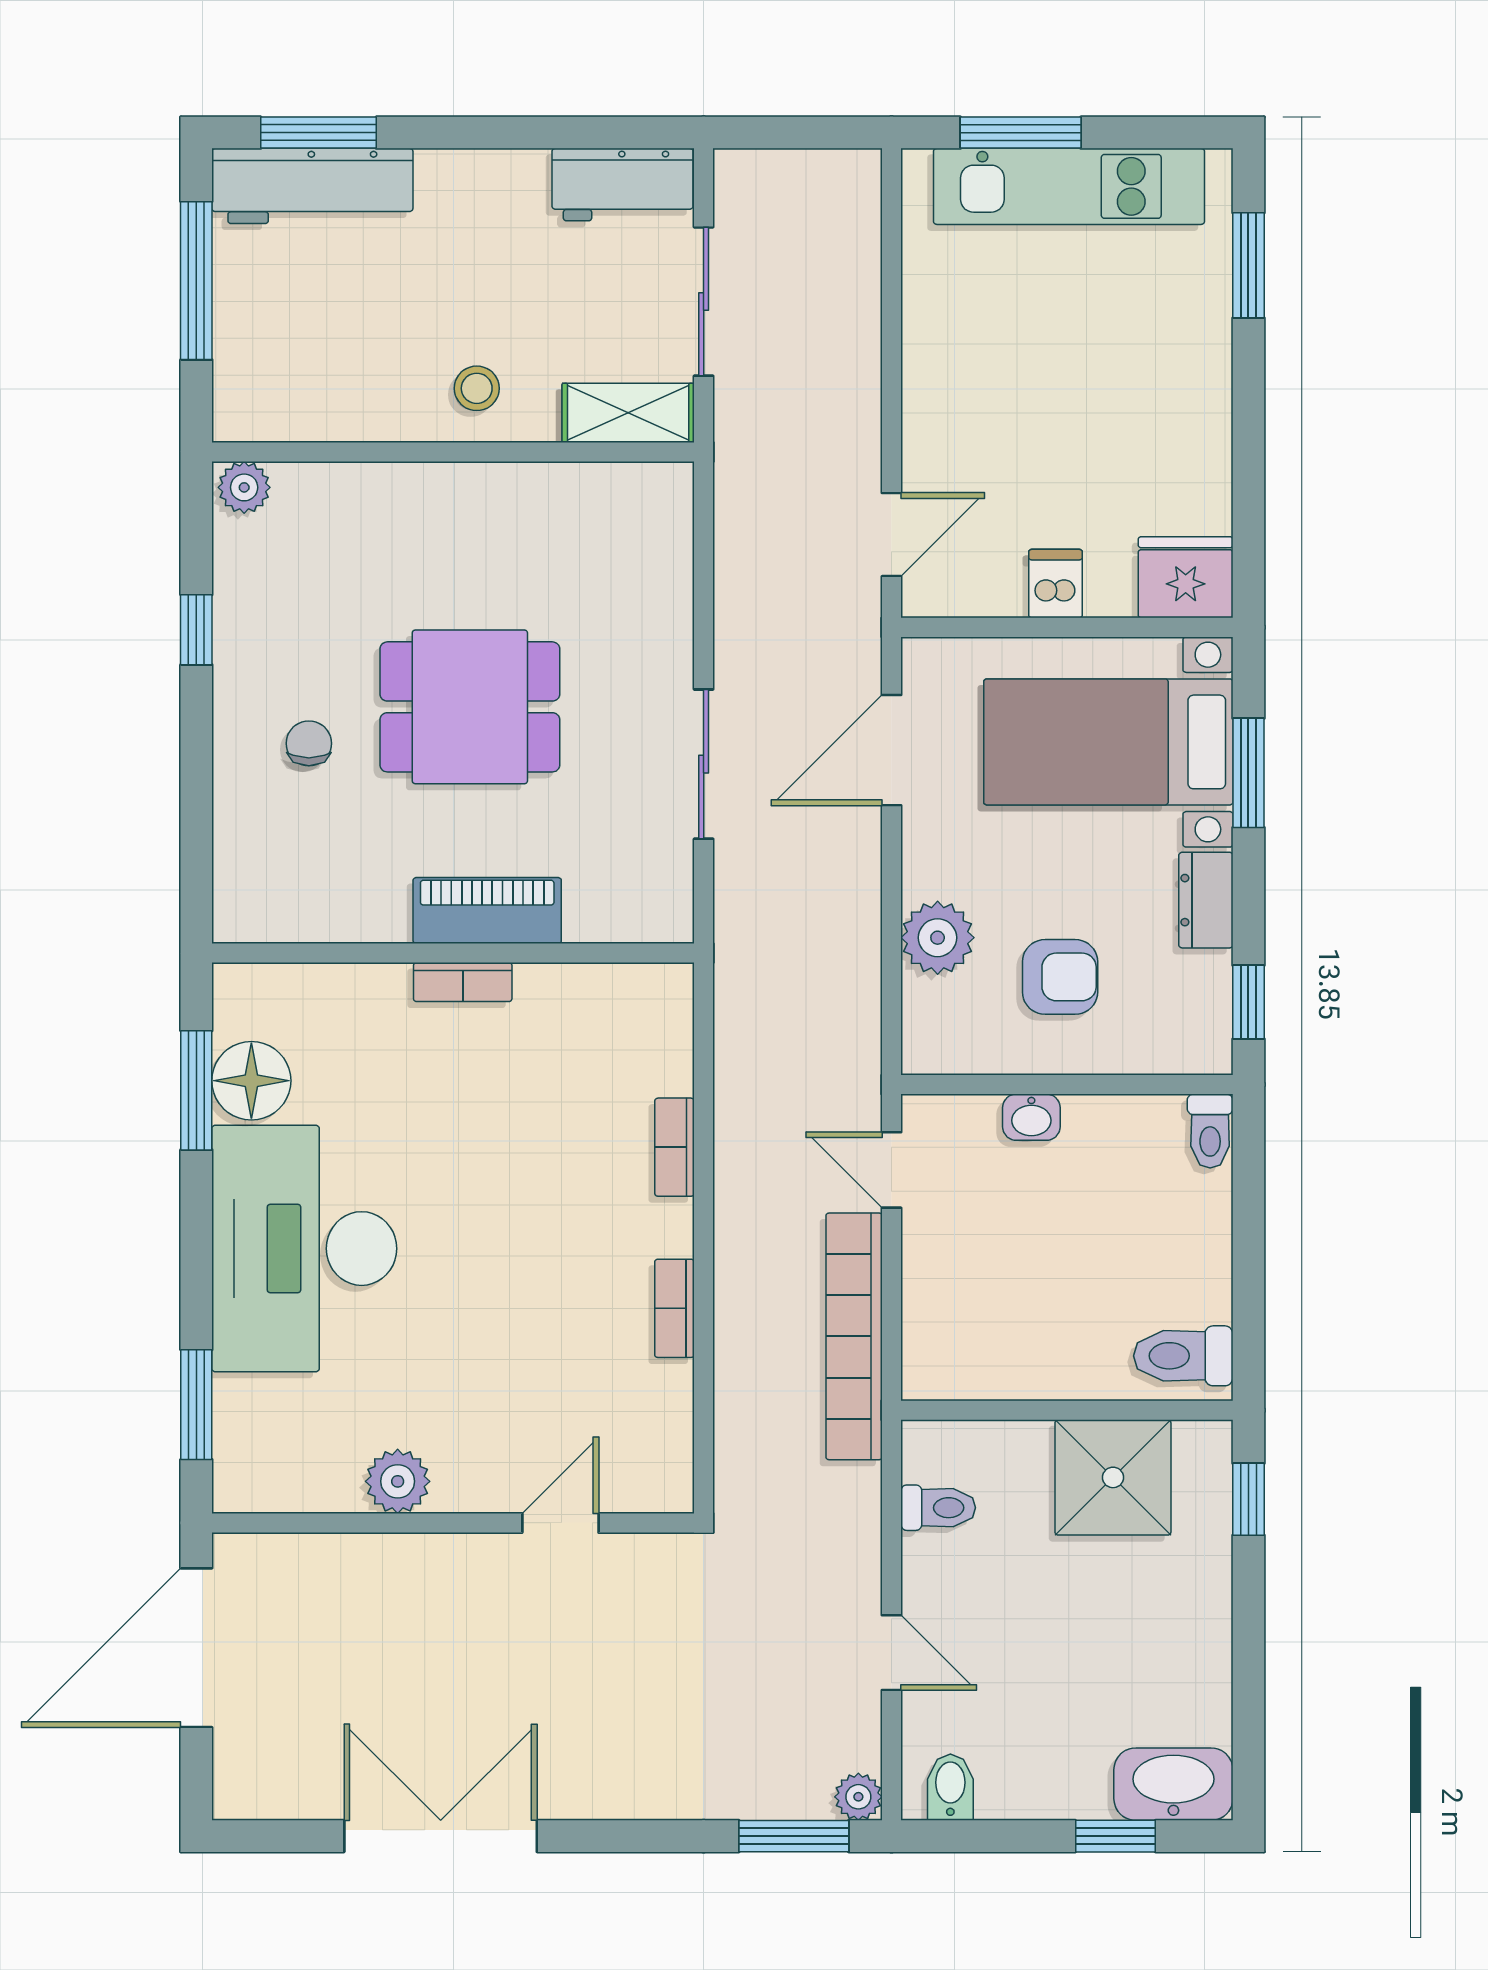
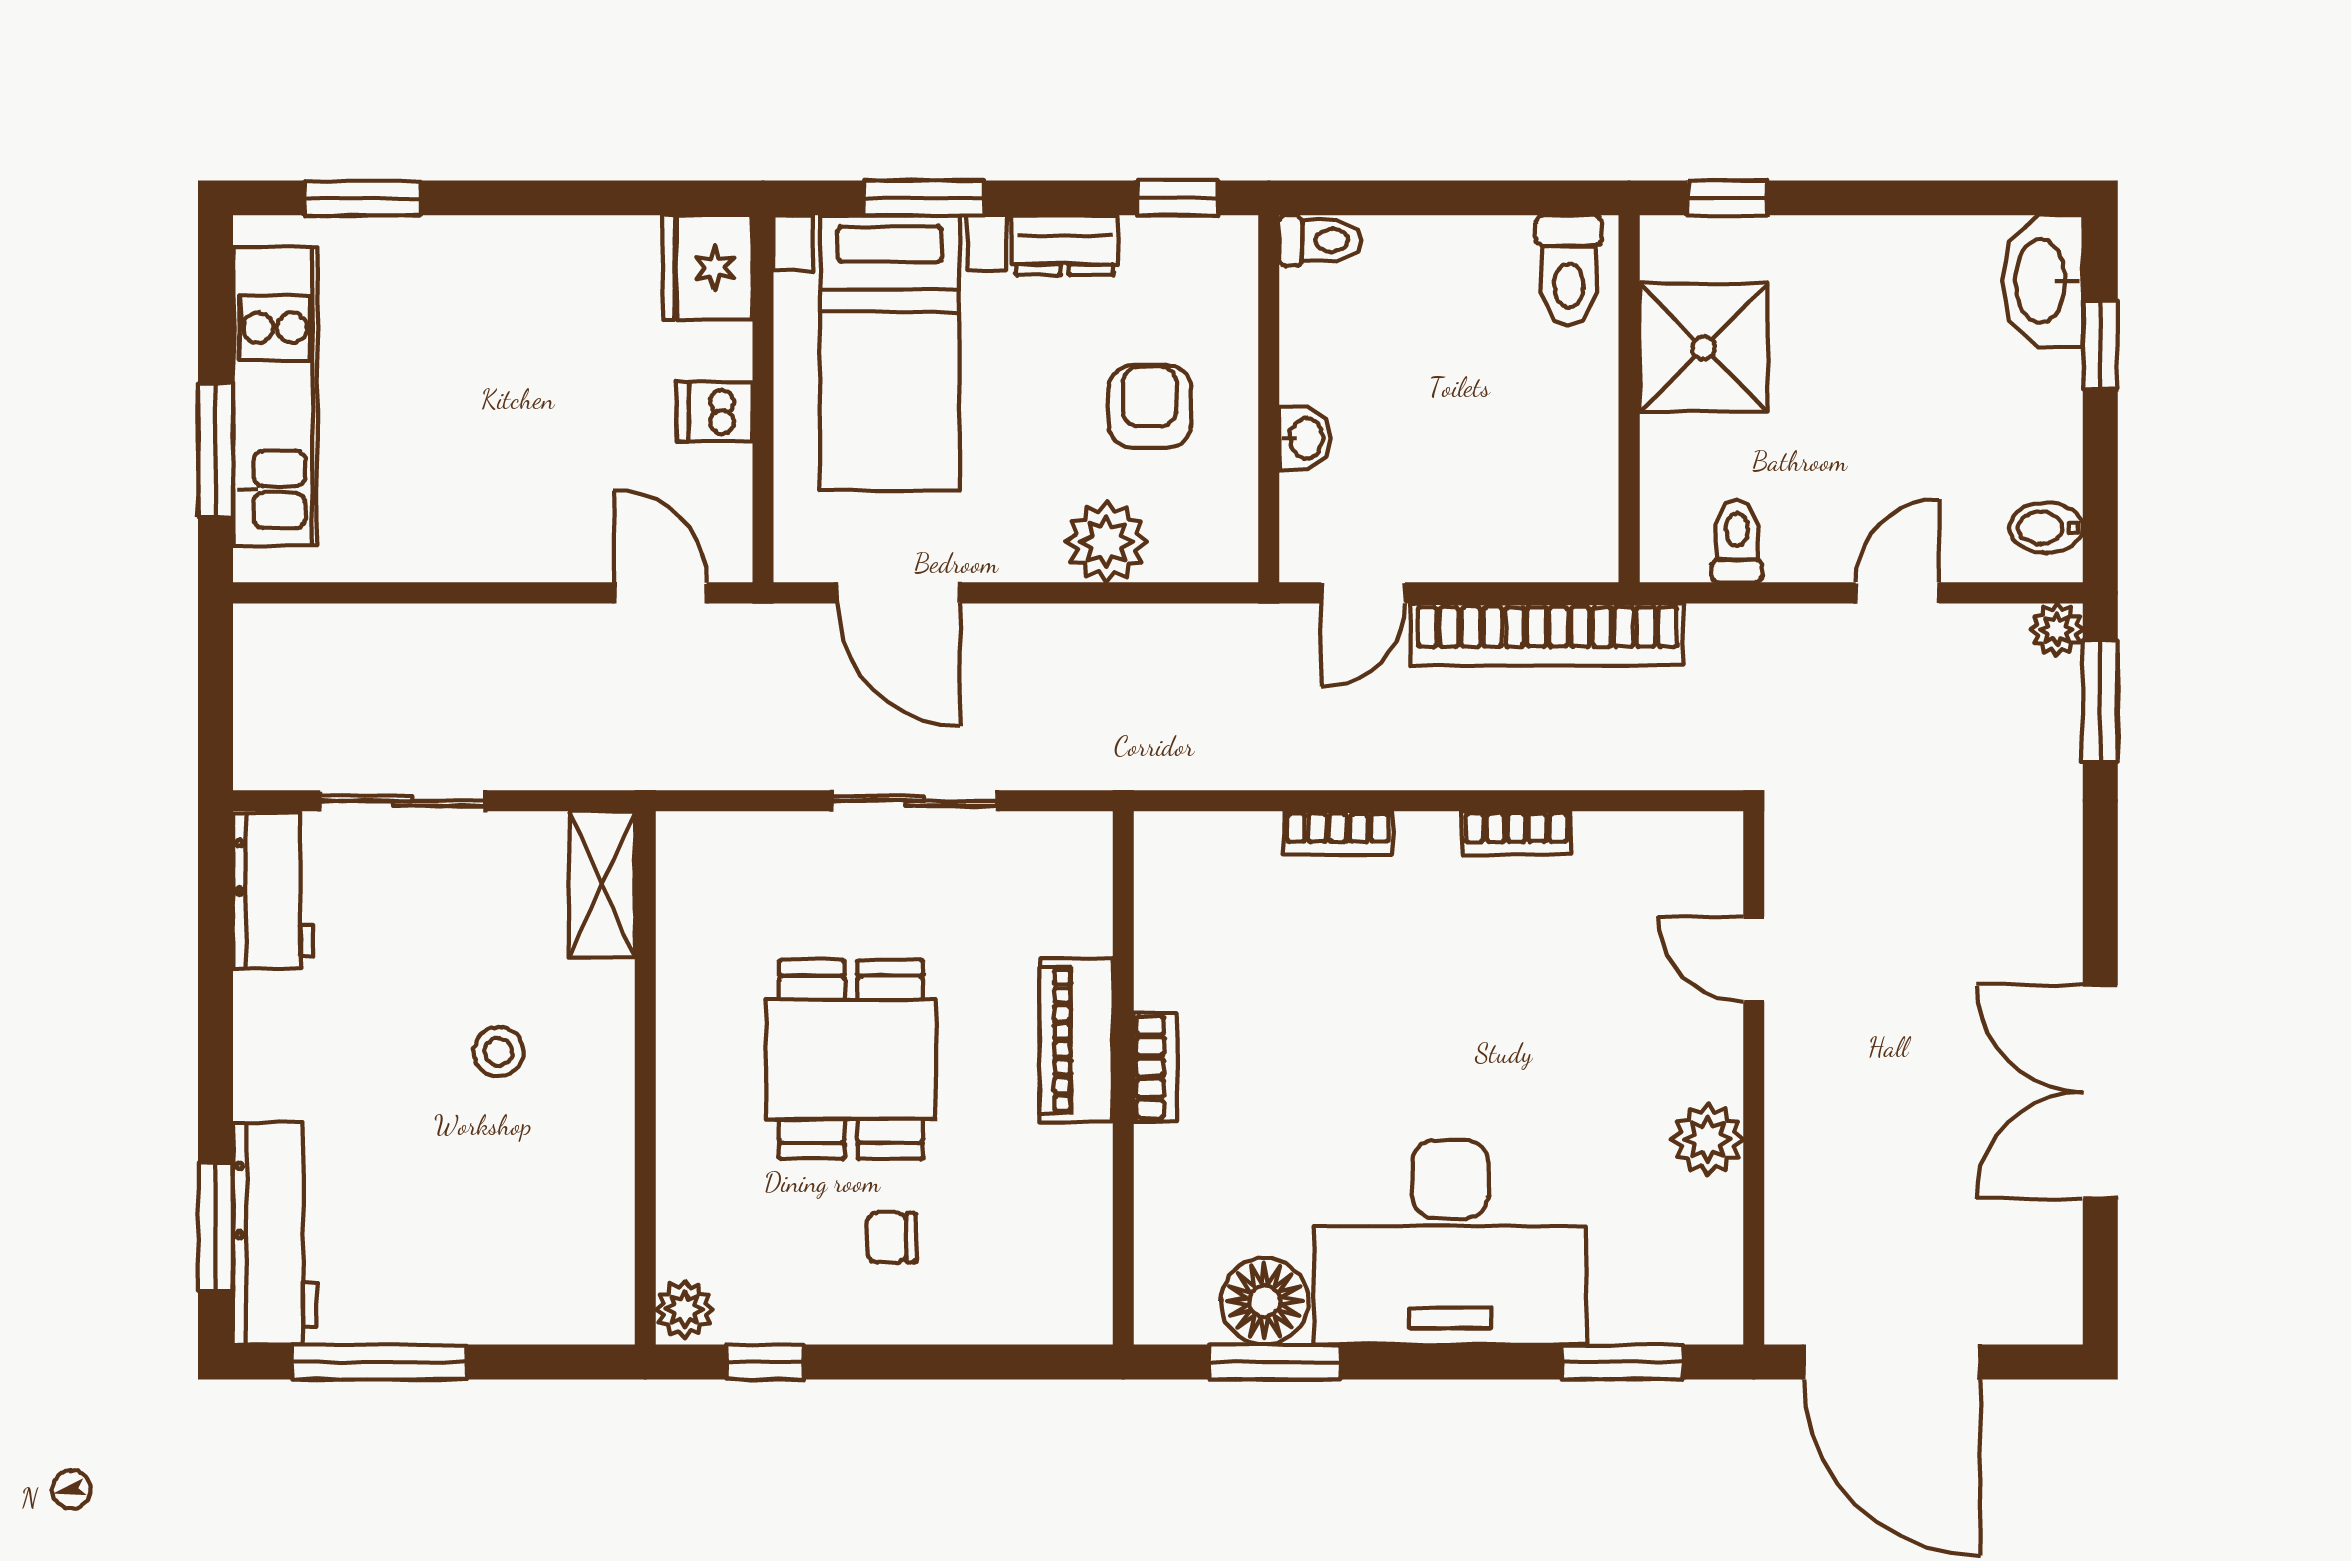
shelving: (628, 413) -> (602, 884), moved
wall: (453, 452) -> (645, 1078), moved
plant: (244, 487) -> (684, 1309), moved

